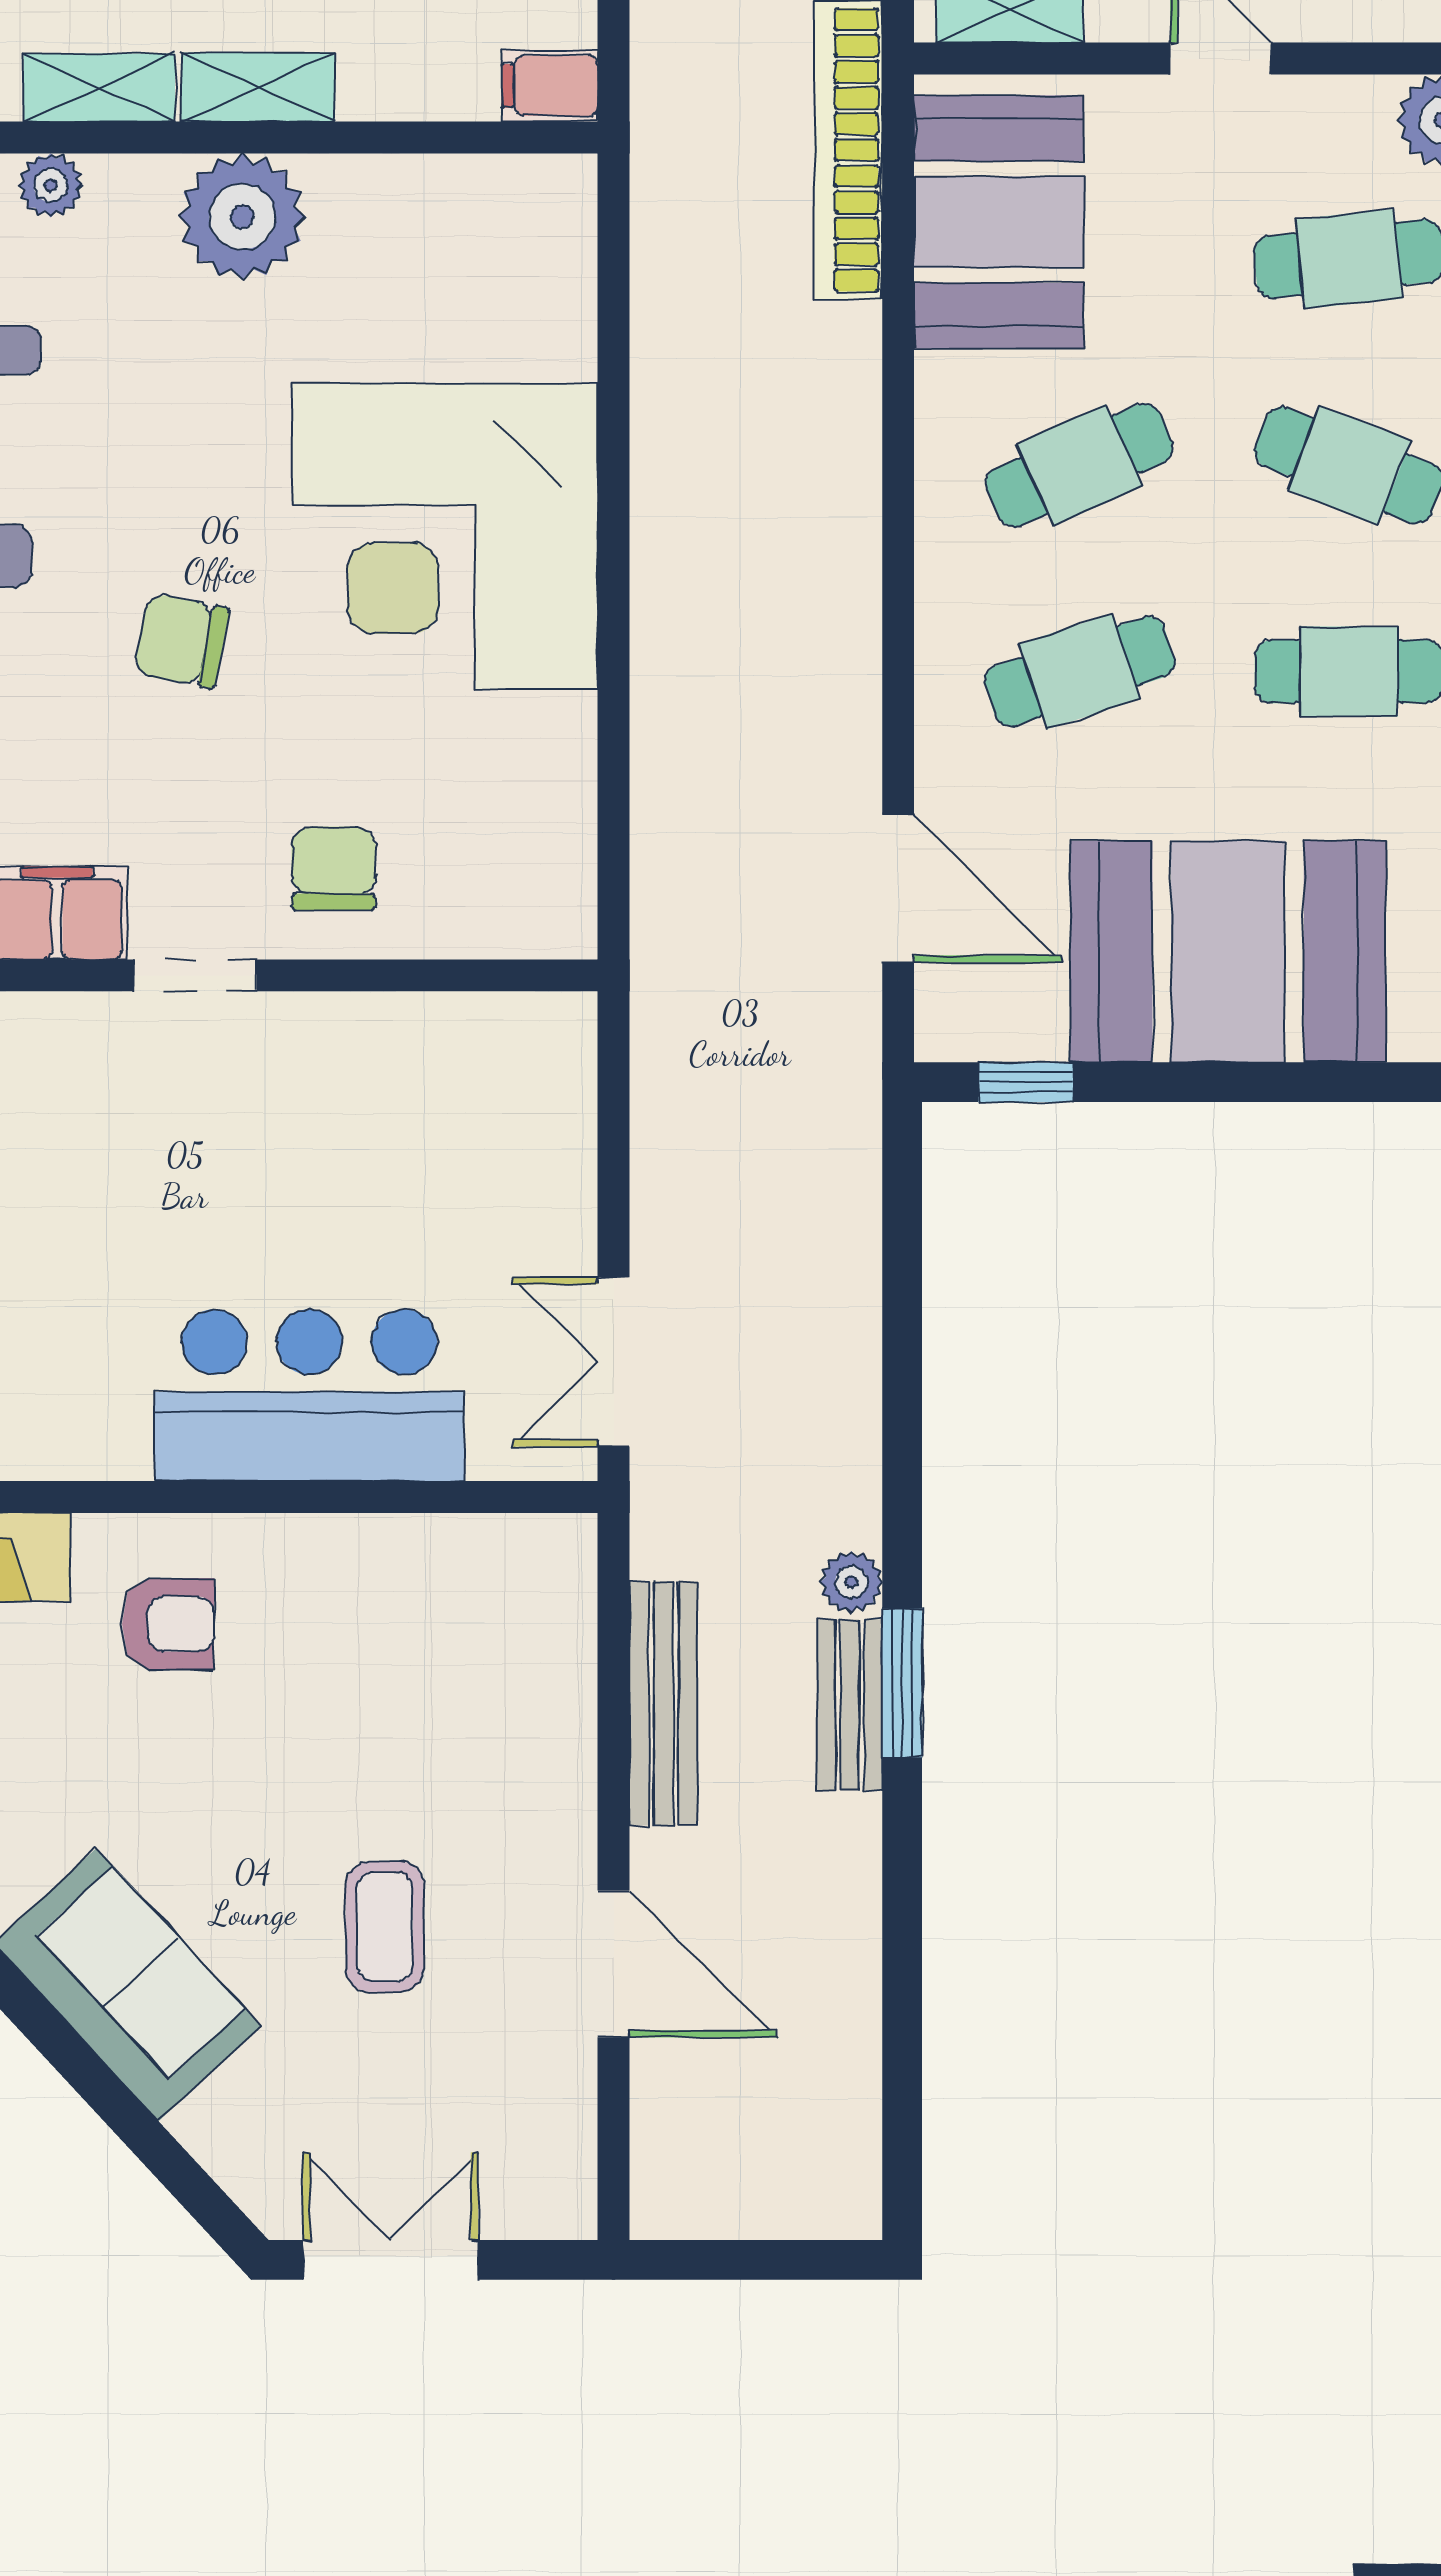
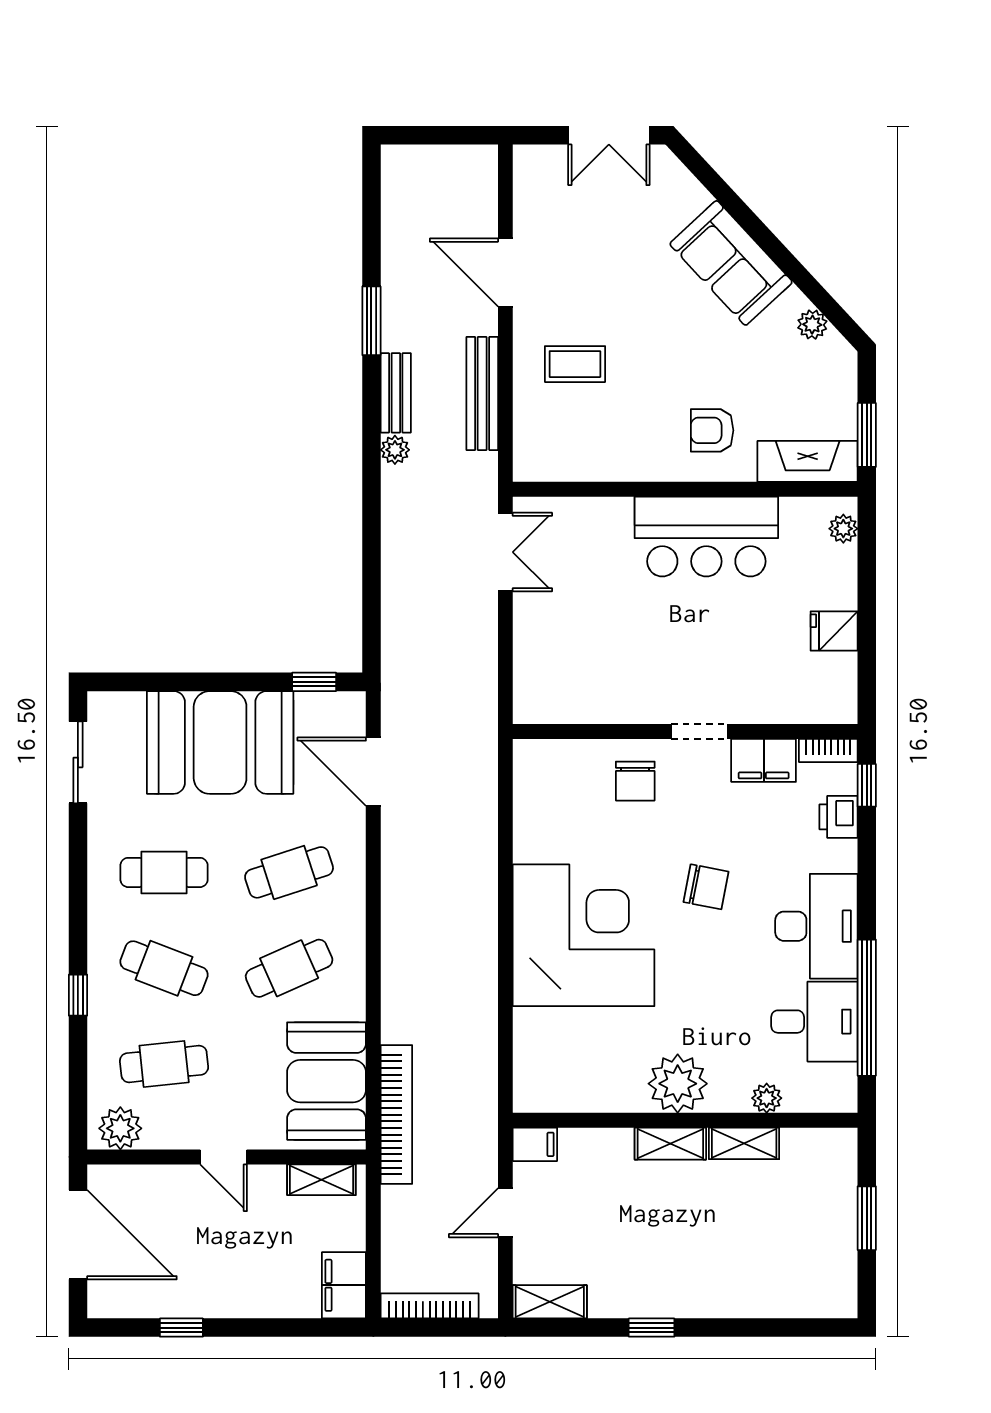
bar counter: (309, 1395) -> (706, 537), moved
window: (902, 1683) -> (371, 321), moved
coffee table: (385, 1927) -> (575, 364), moved, turned 90

